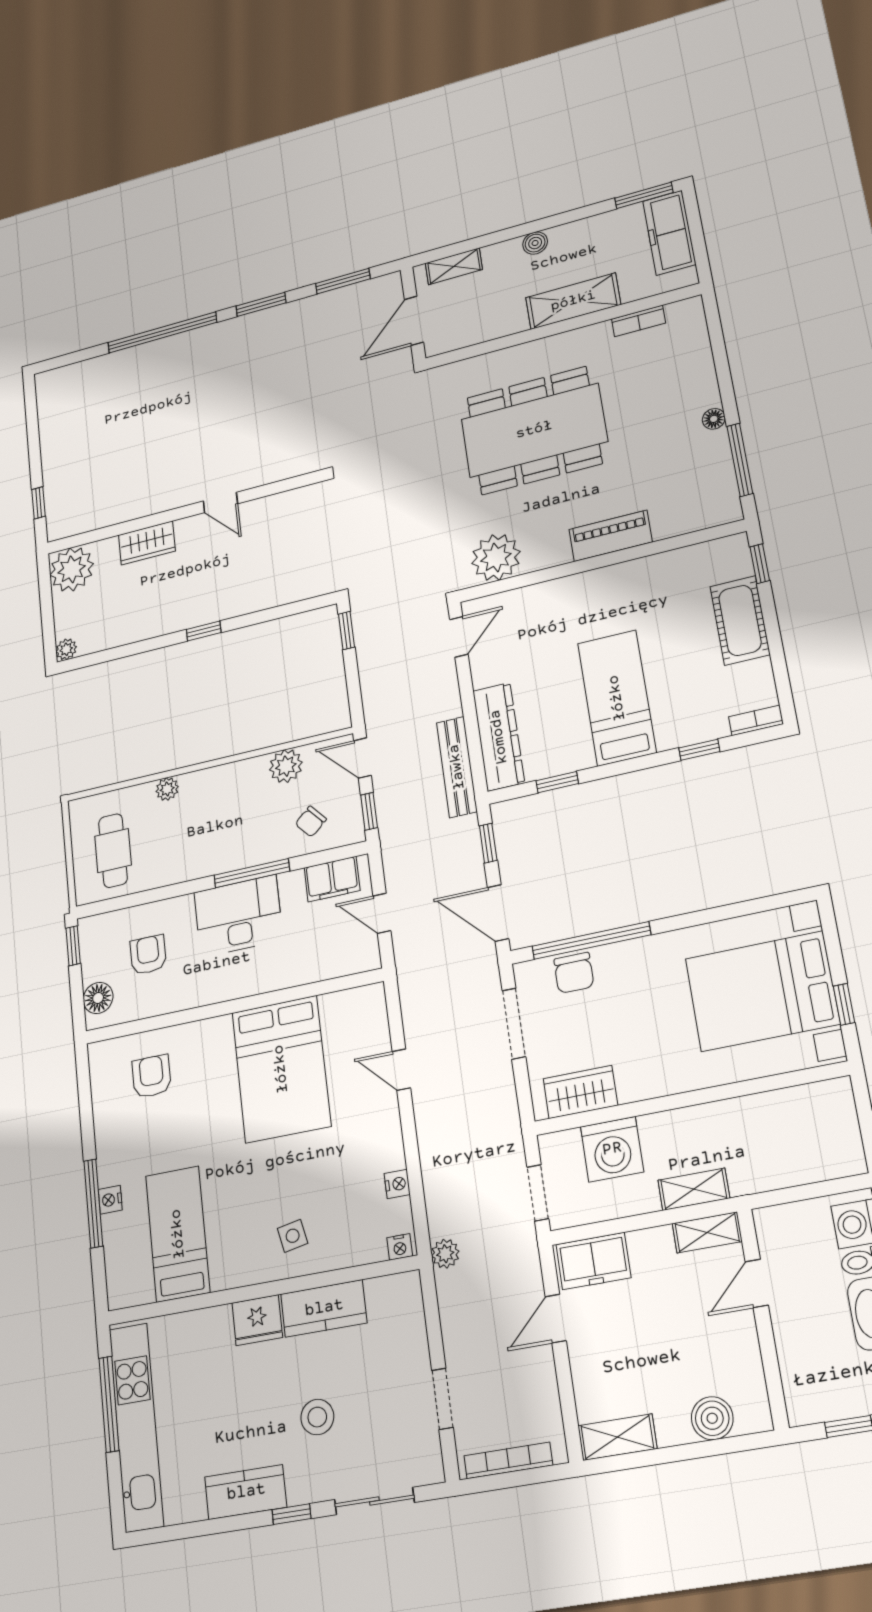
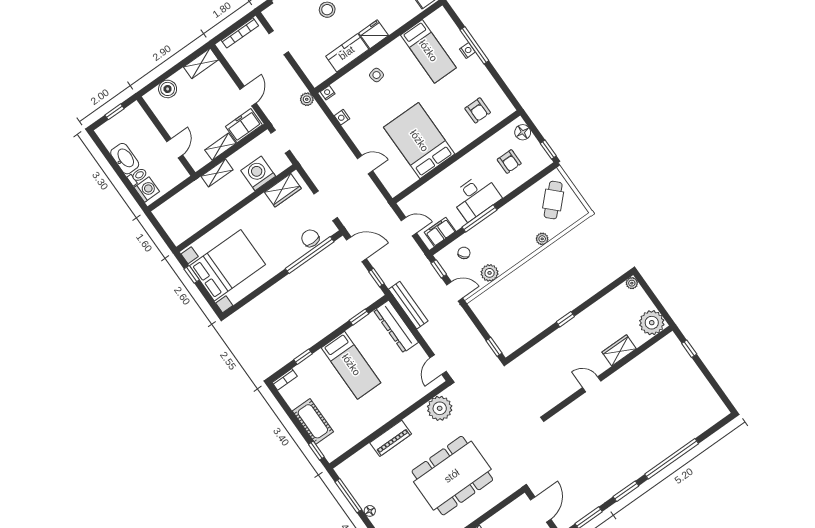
cafe table: (113, 851) -> (553, 200), turned 45
shelving: (707, 1232) -> (220, 147), moved

